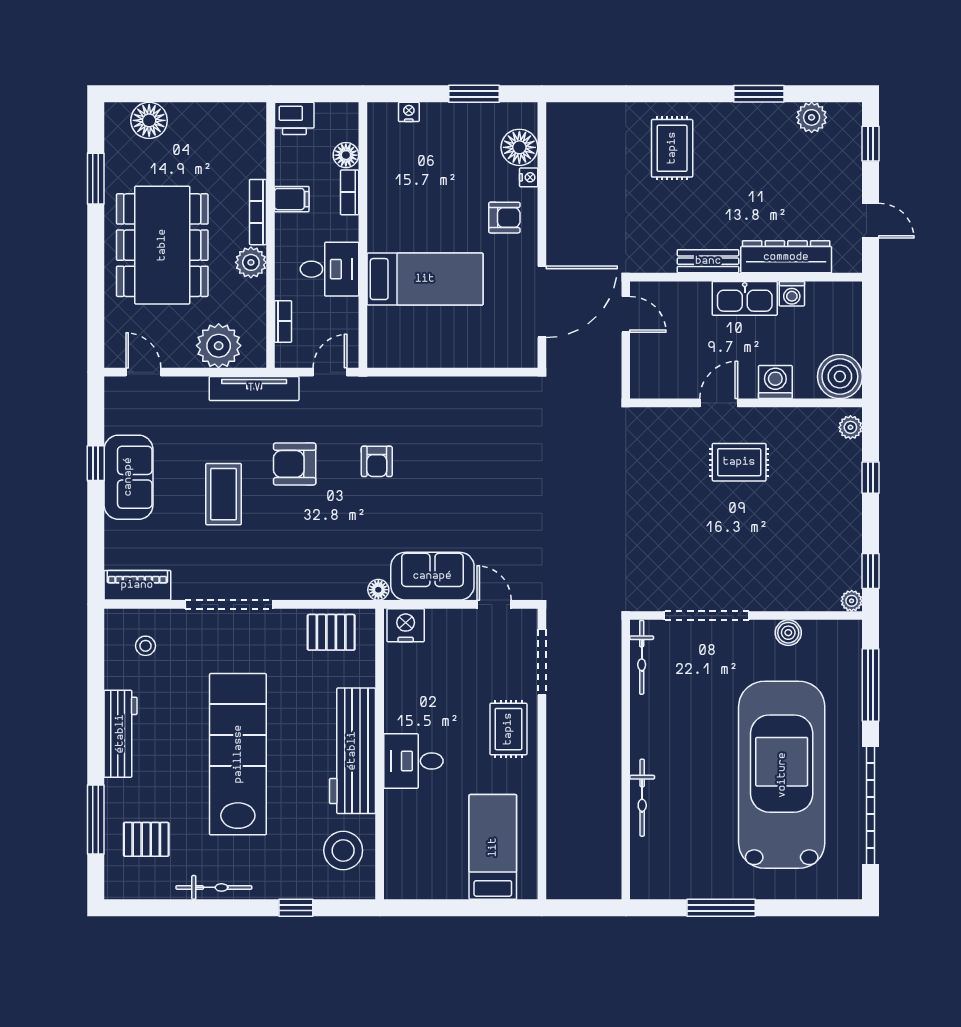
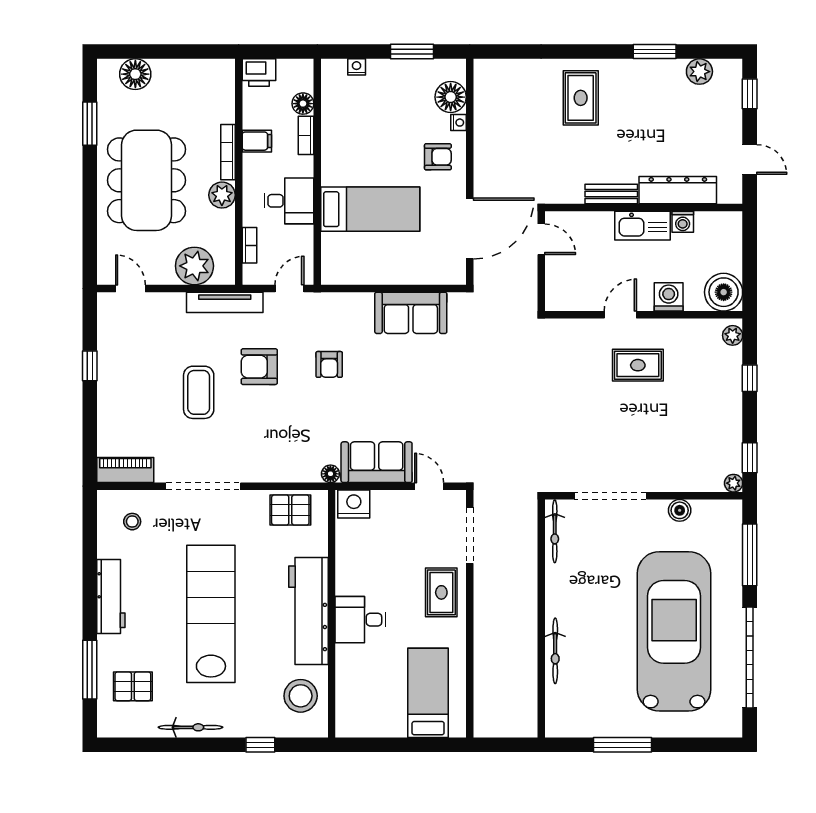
sofa: (128, 477) -> (411, 313), moved, turned 90

